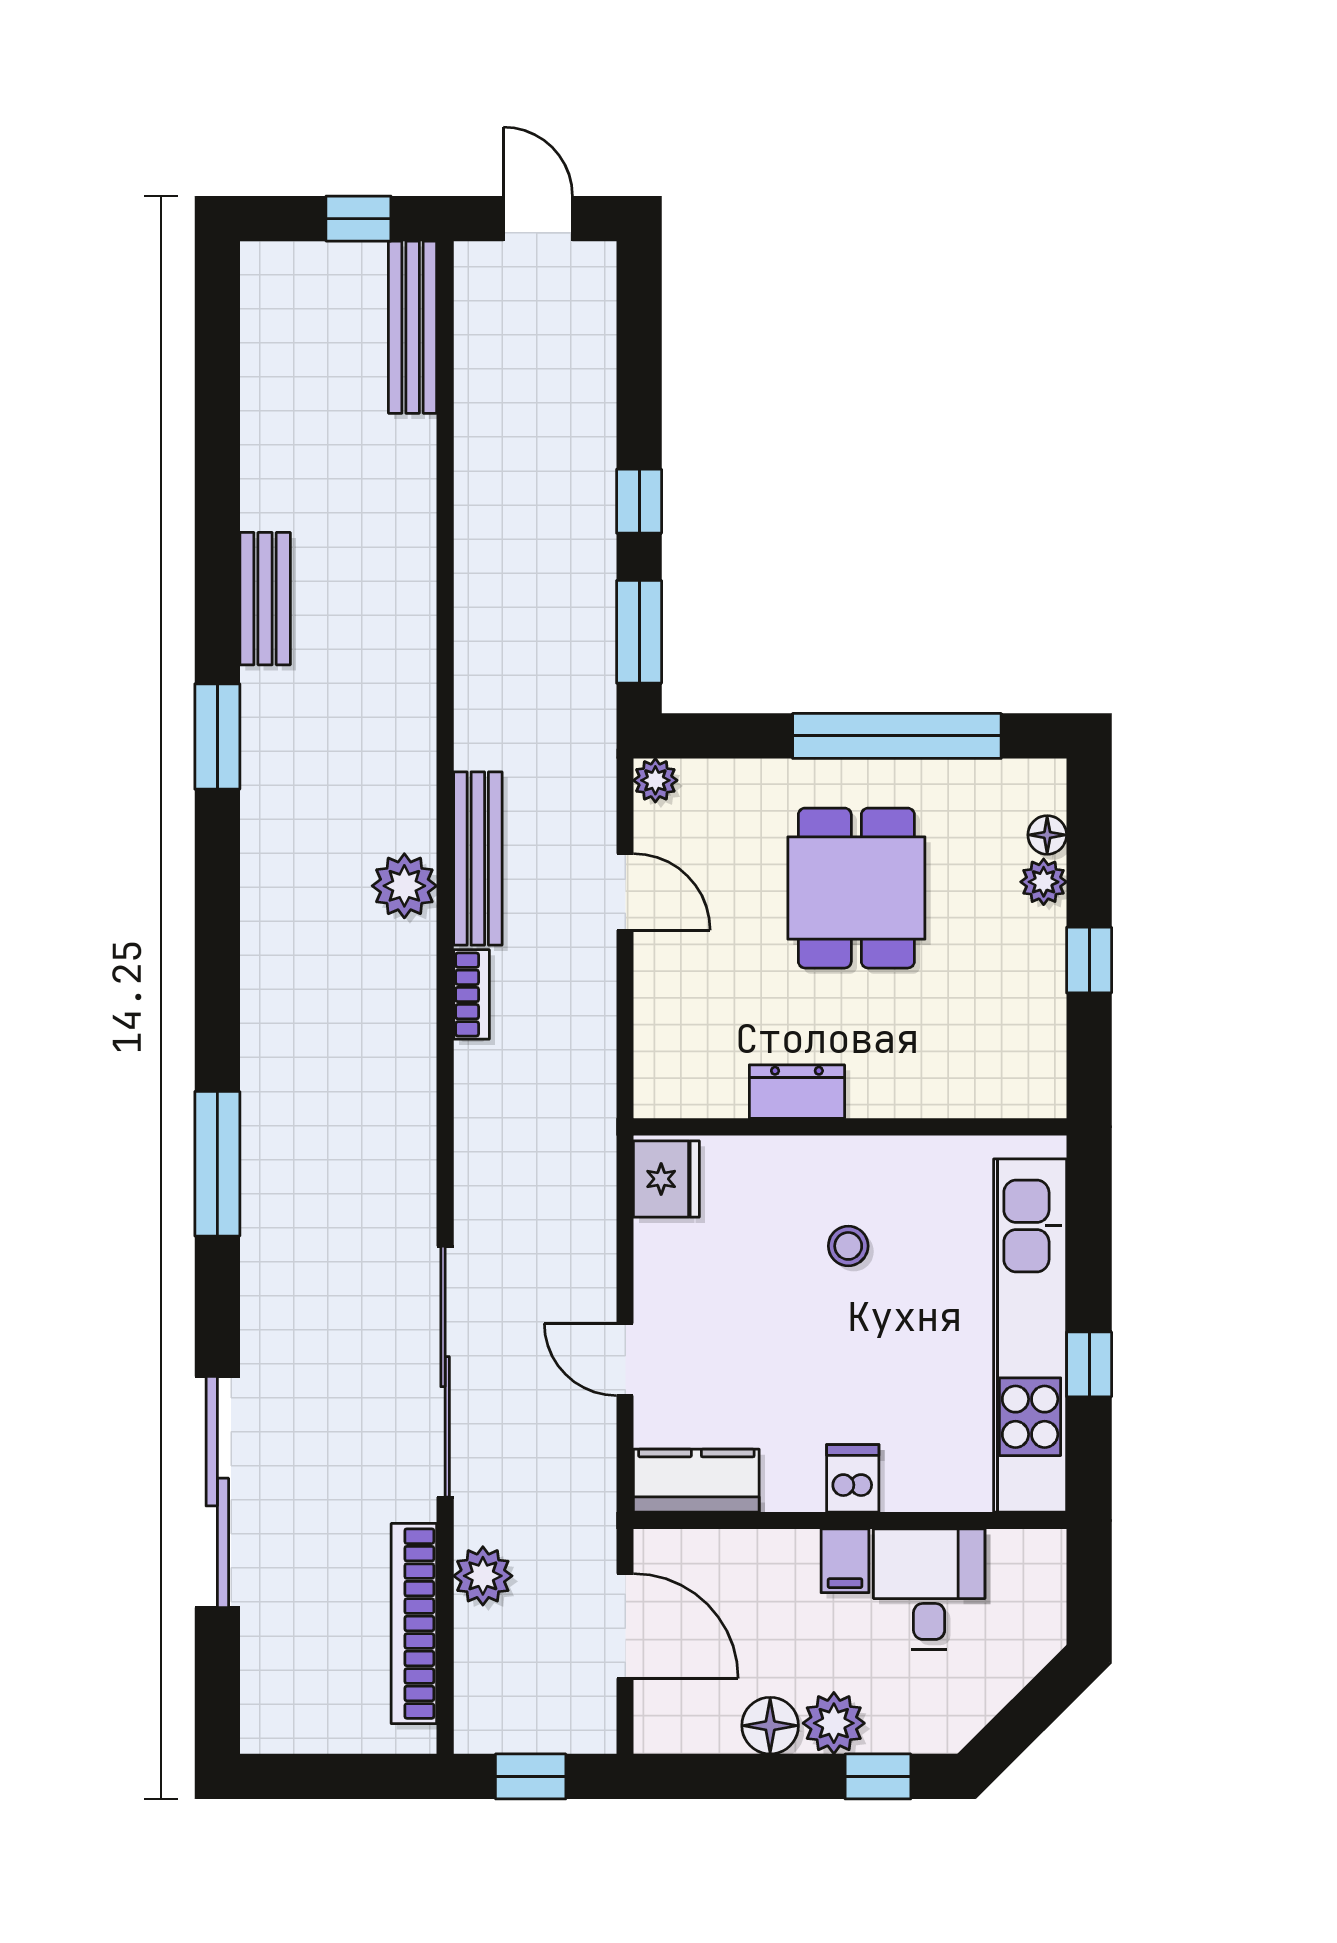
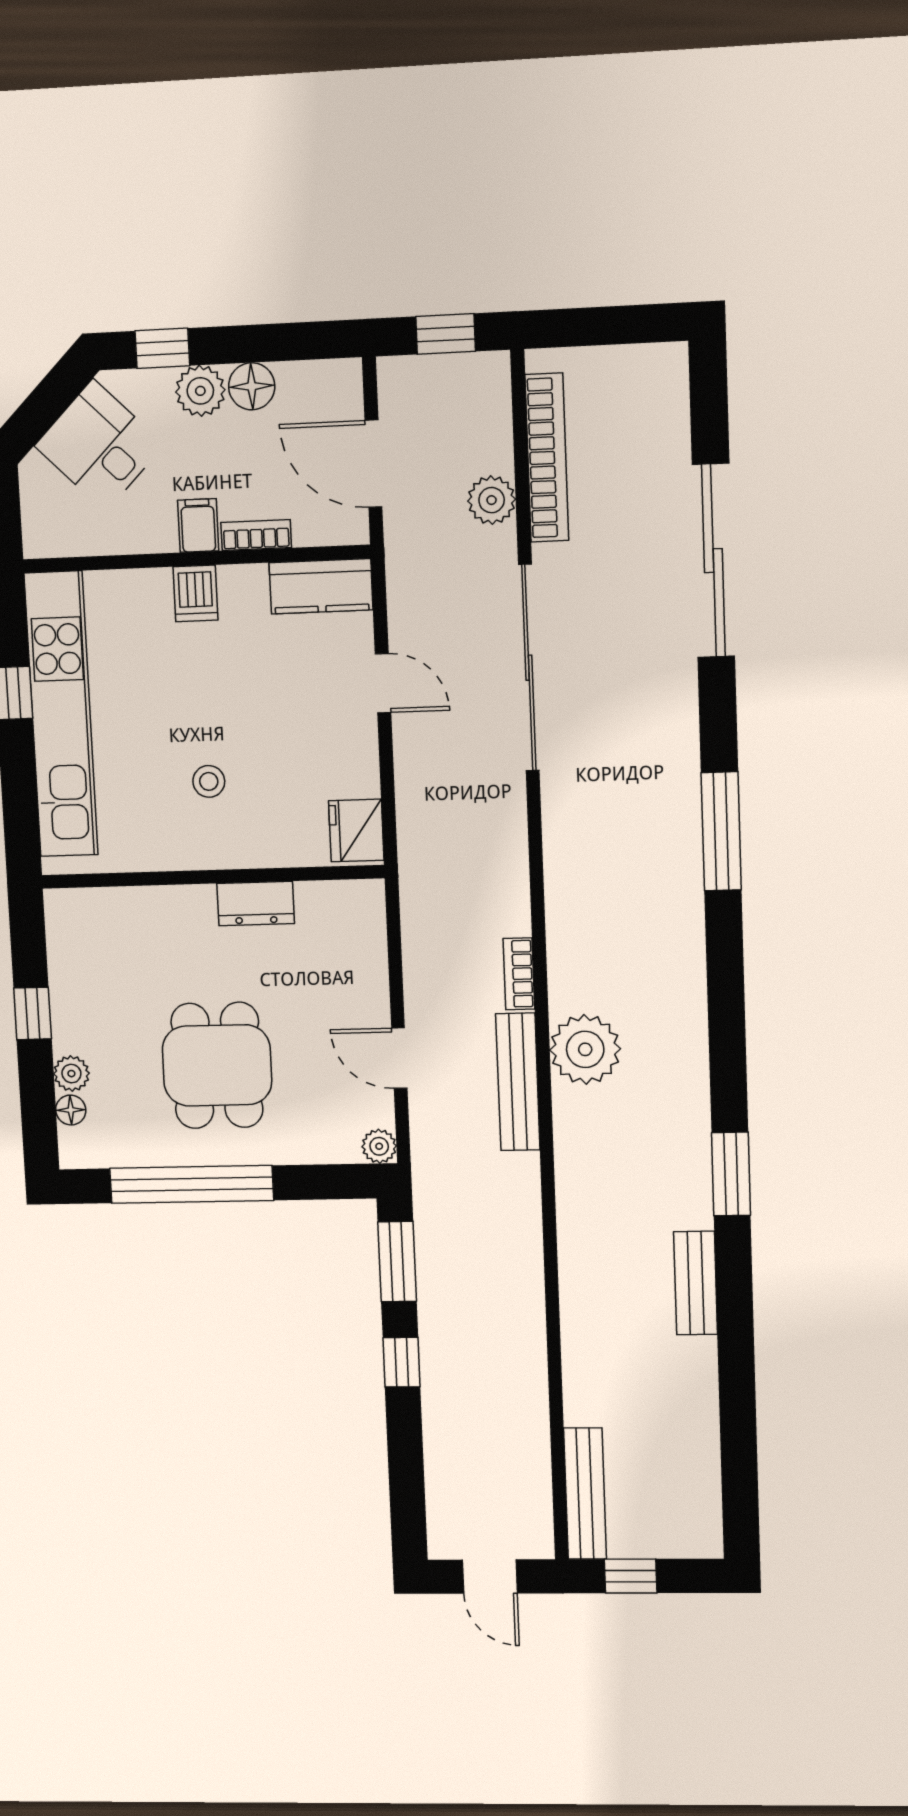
plant: (404, 886) -> (585, 1049), width x1.36, depth x1.36
bookcase: (774, 1546) -> (256, 535), added
desk: (929, 1589) -> (99, 445), moved, turned 135

